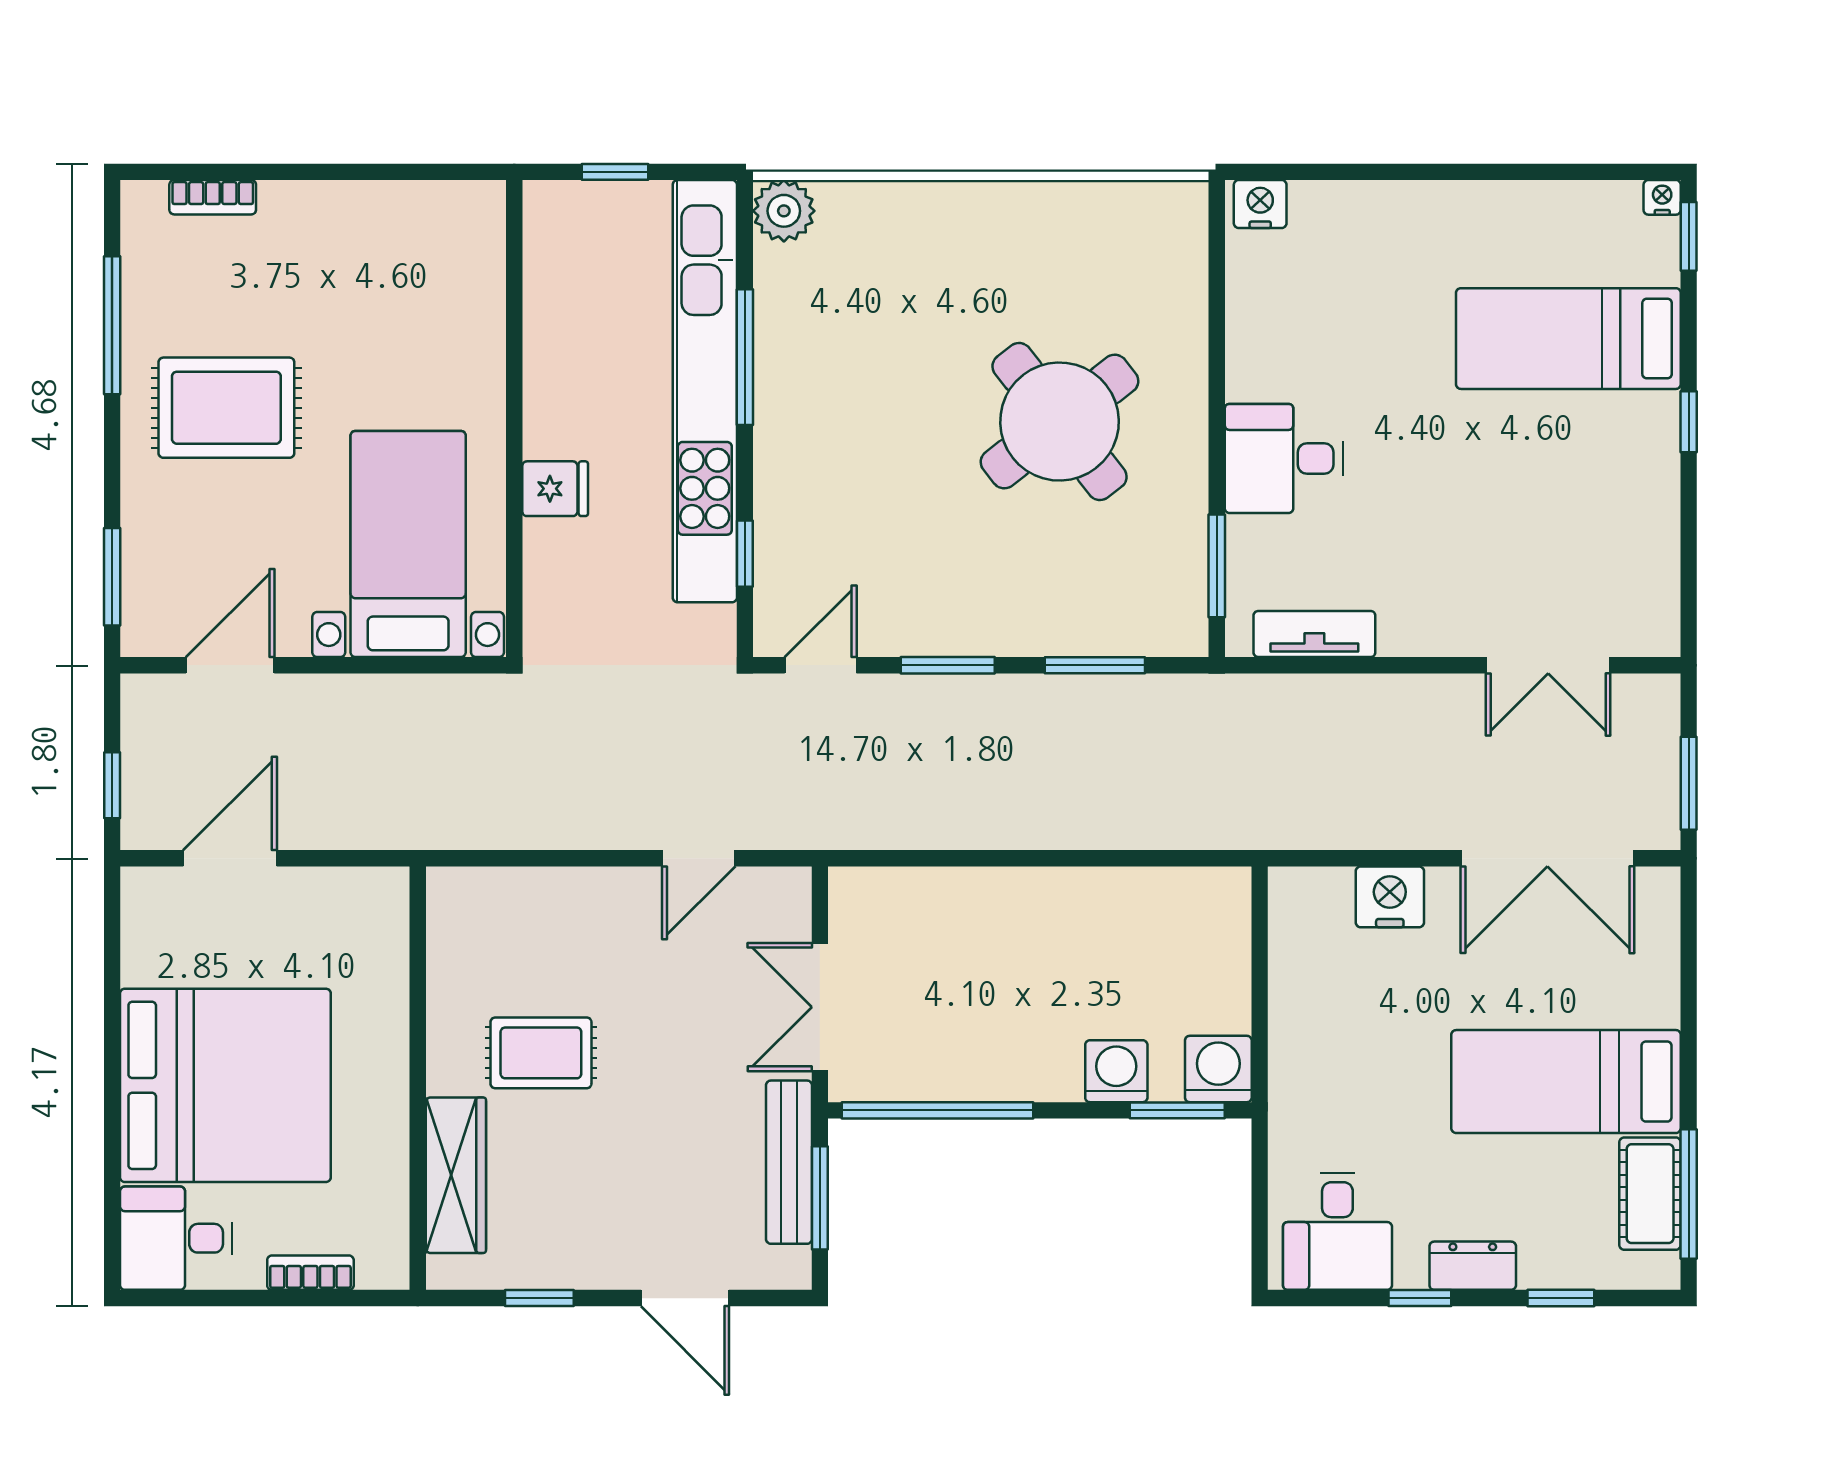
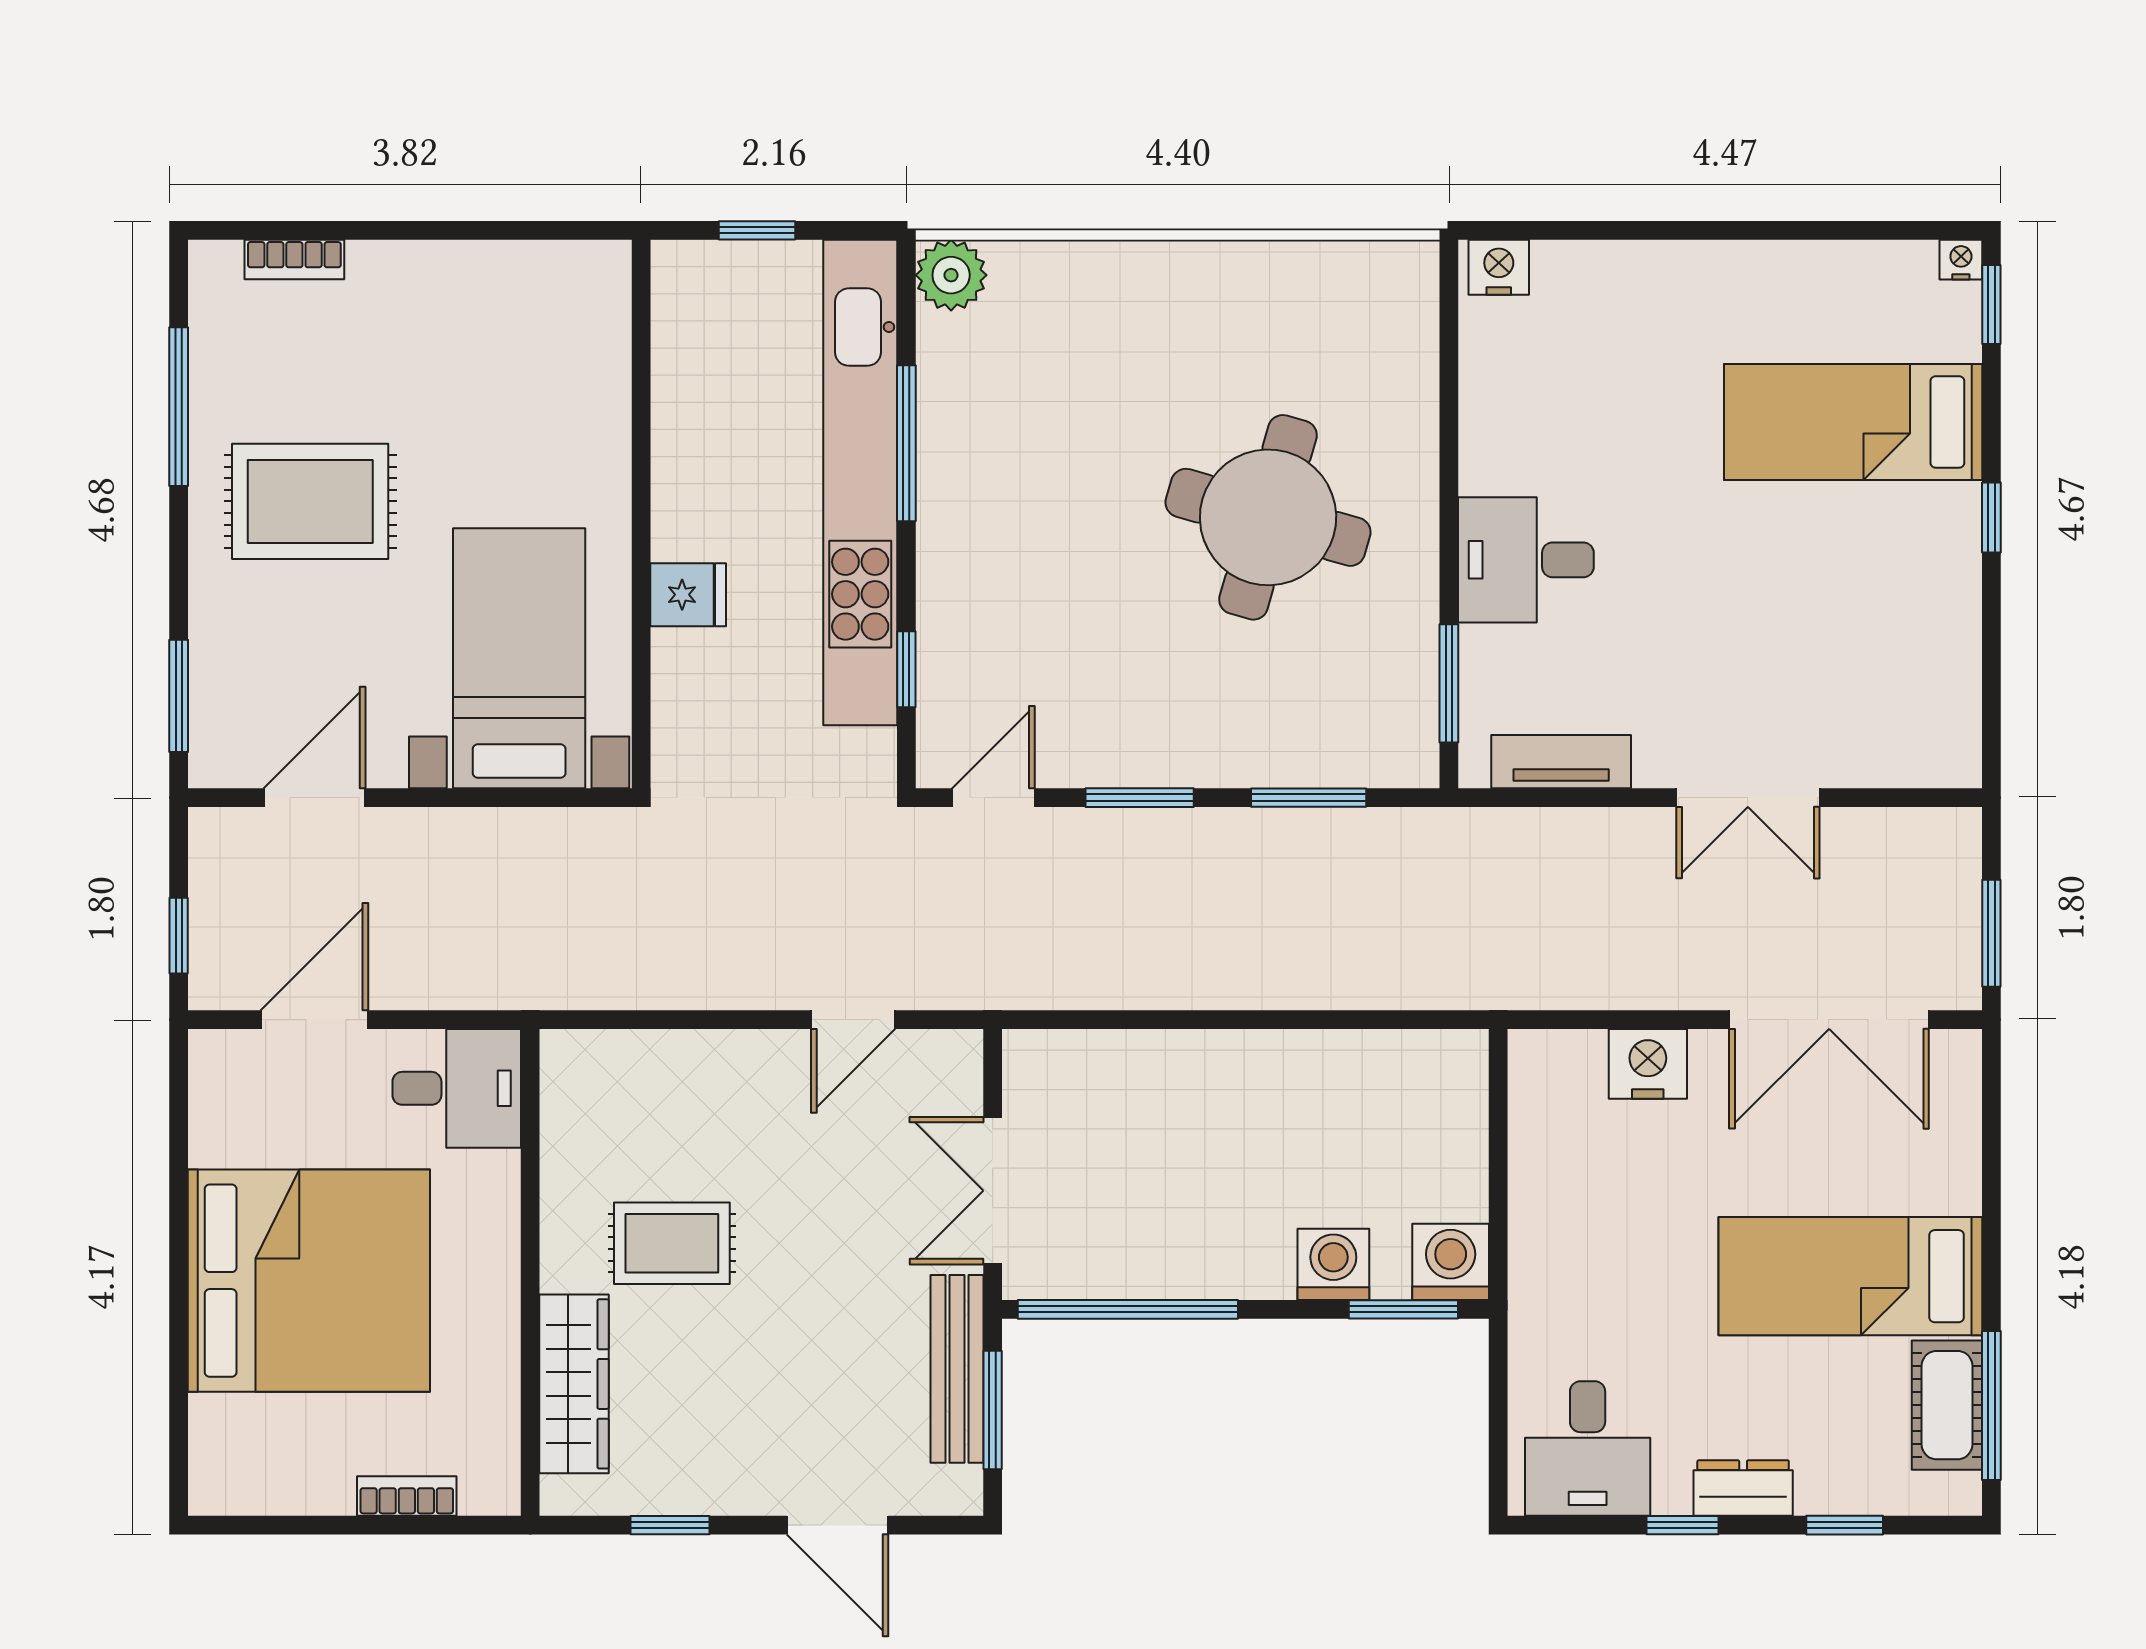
round table: (1060, 422) -> (1268, 517), turned -36
double door: (1548, 665) -> (1748, 798), moved
desk: (176, 1238) -> (457, 1088), moved, turned 180

